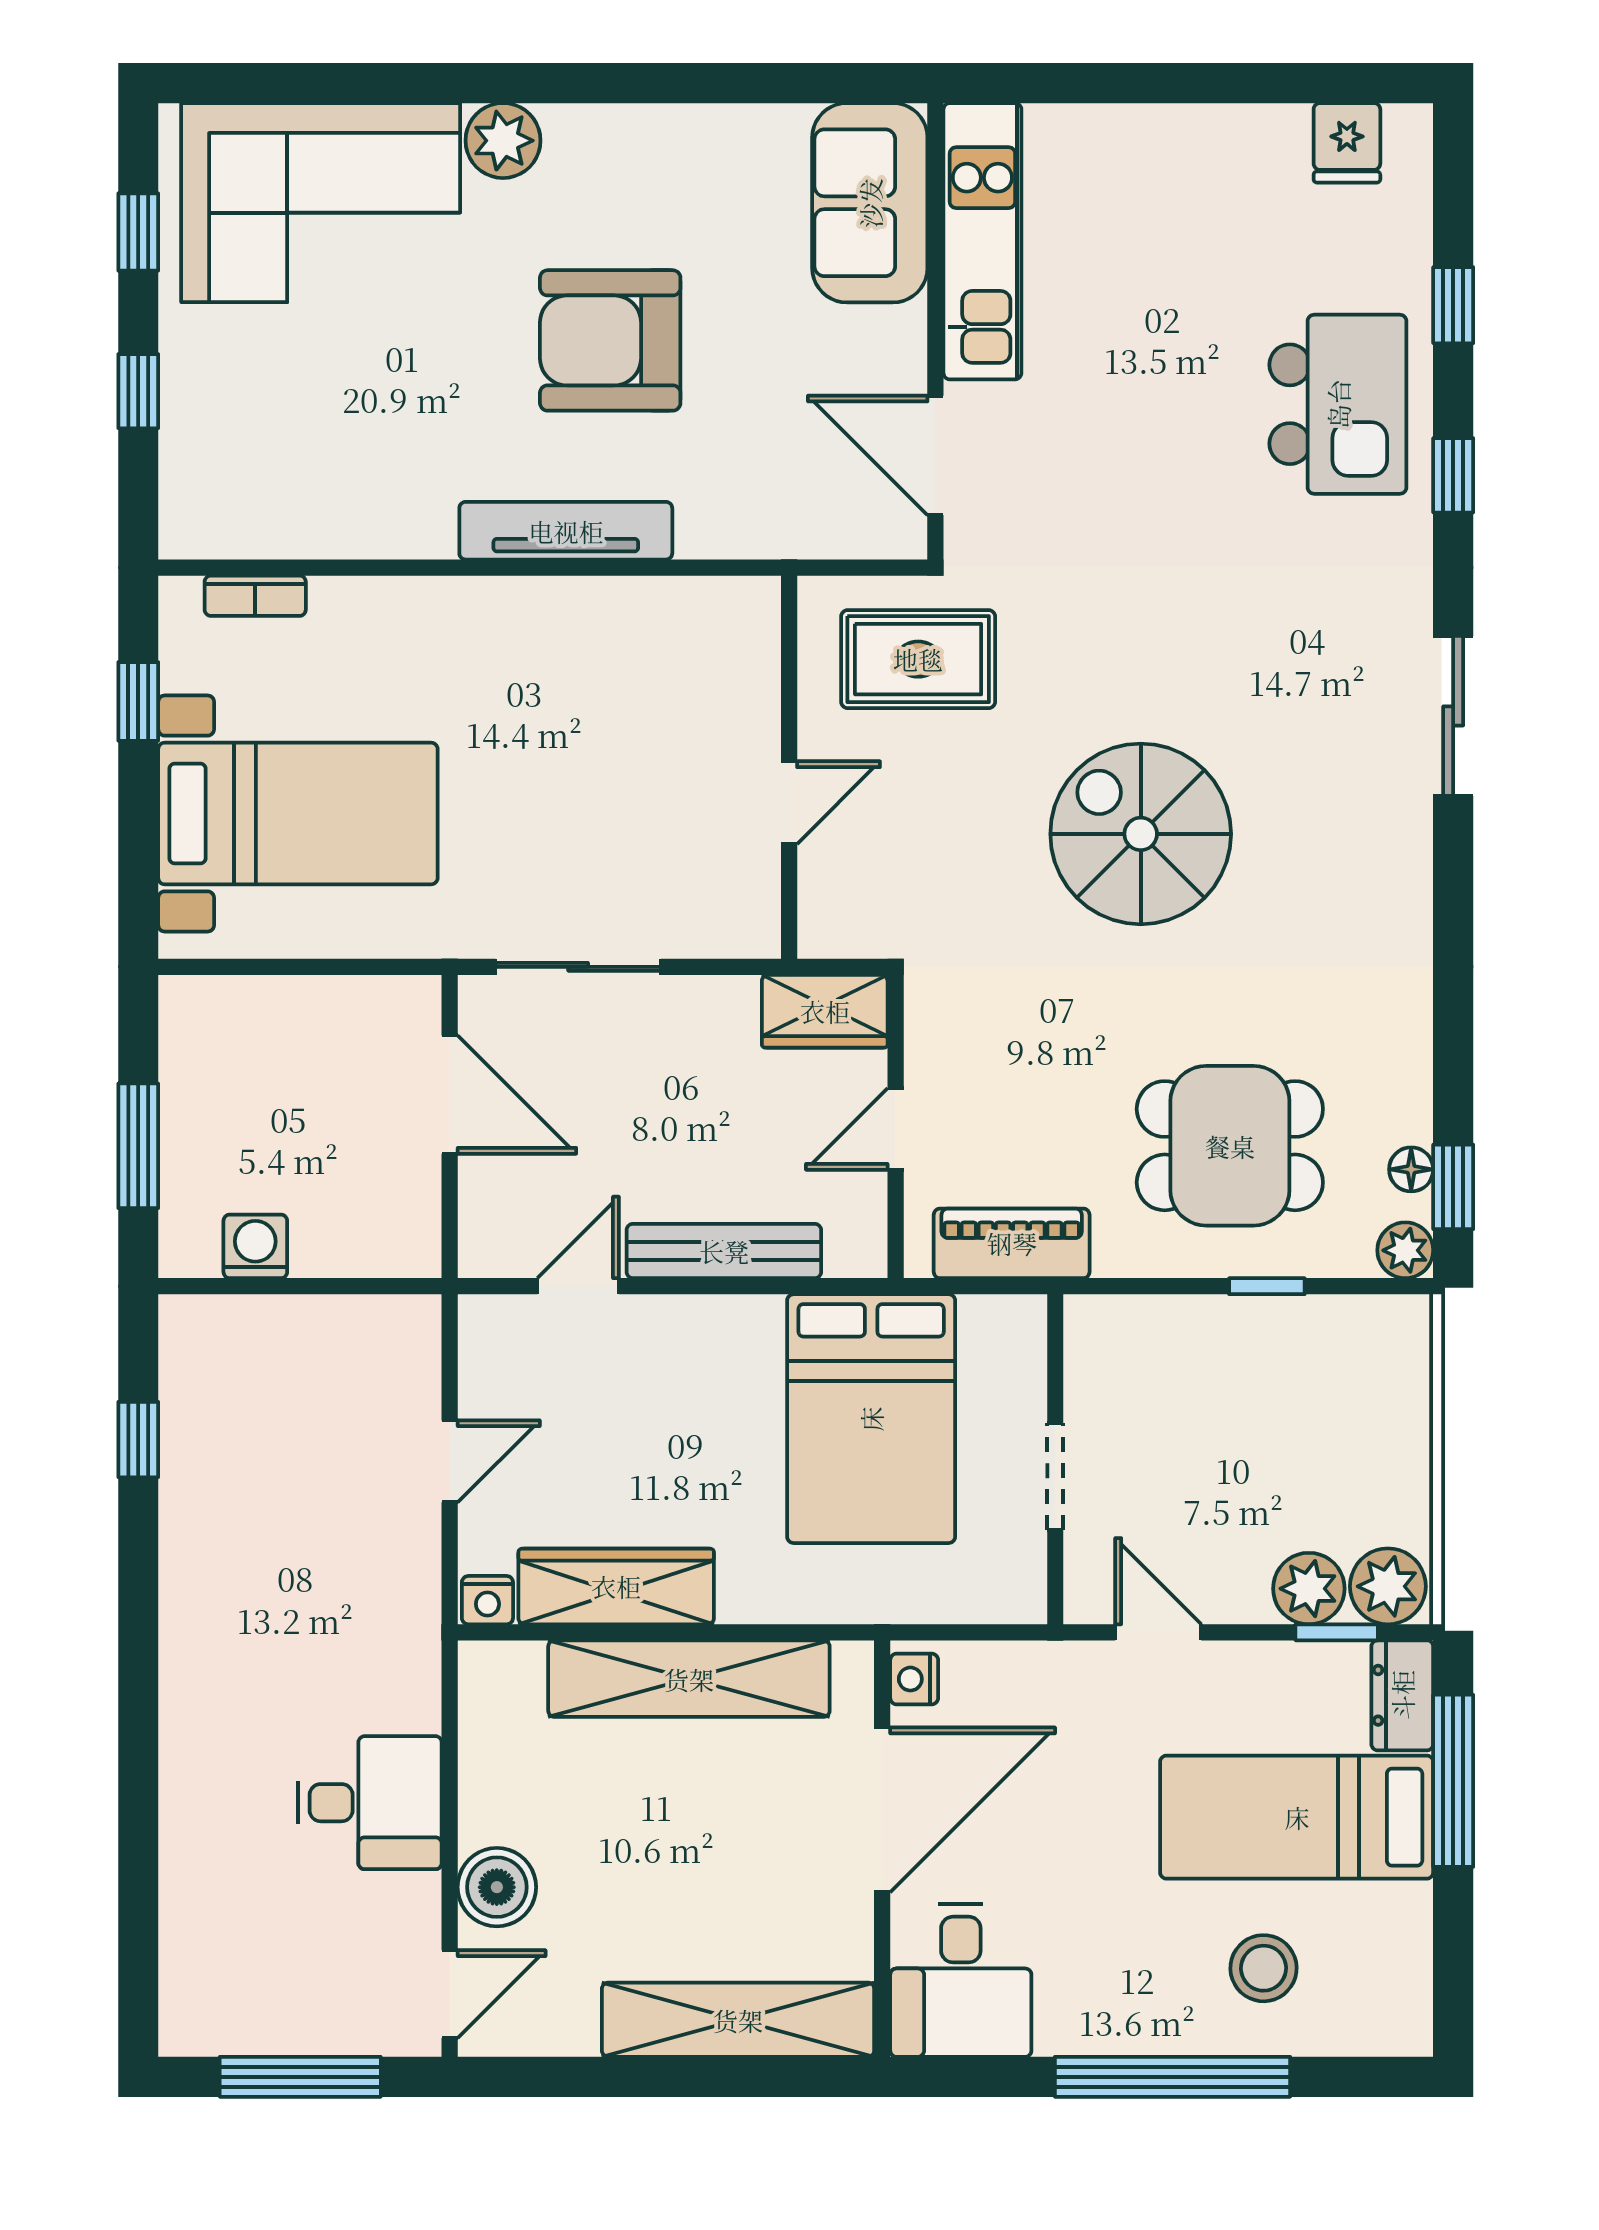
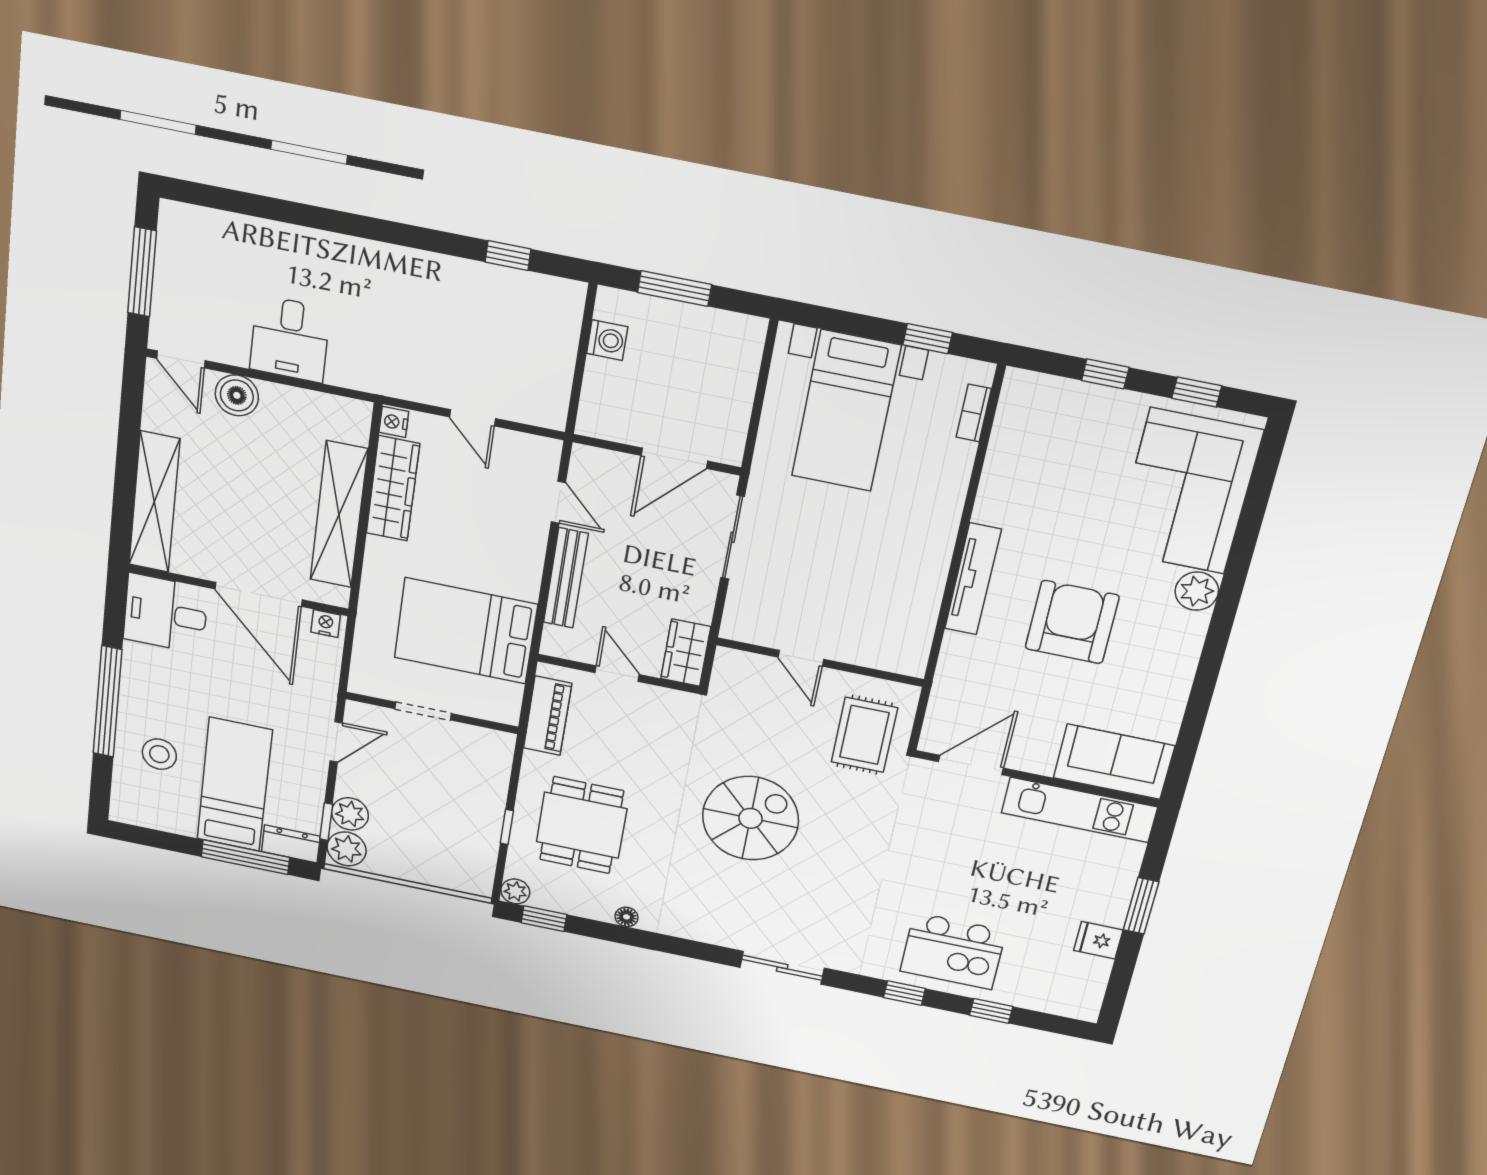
window: (1157, 83) -> (1141, 906), added
fridge: (1347, 143) -> (1098, 940), moved
floor lamp: (1411, 1169) -> (627, 917), moved

